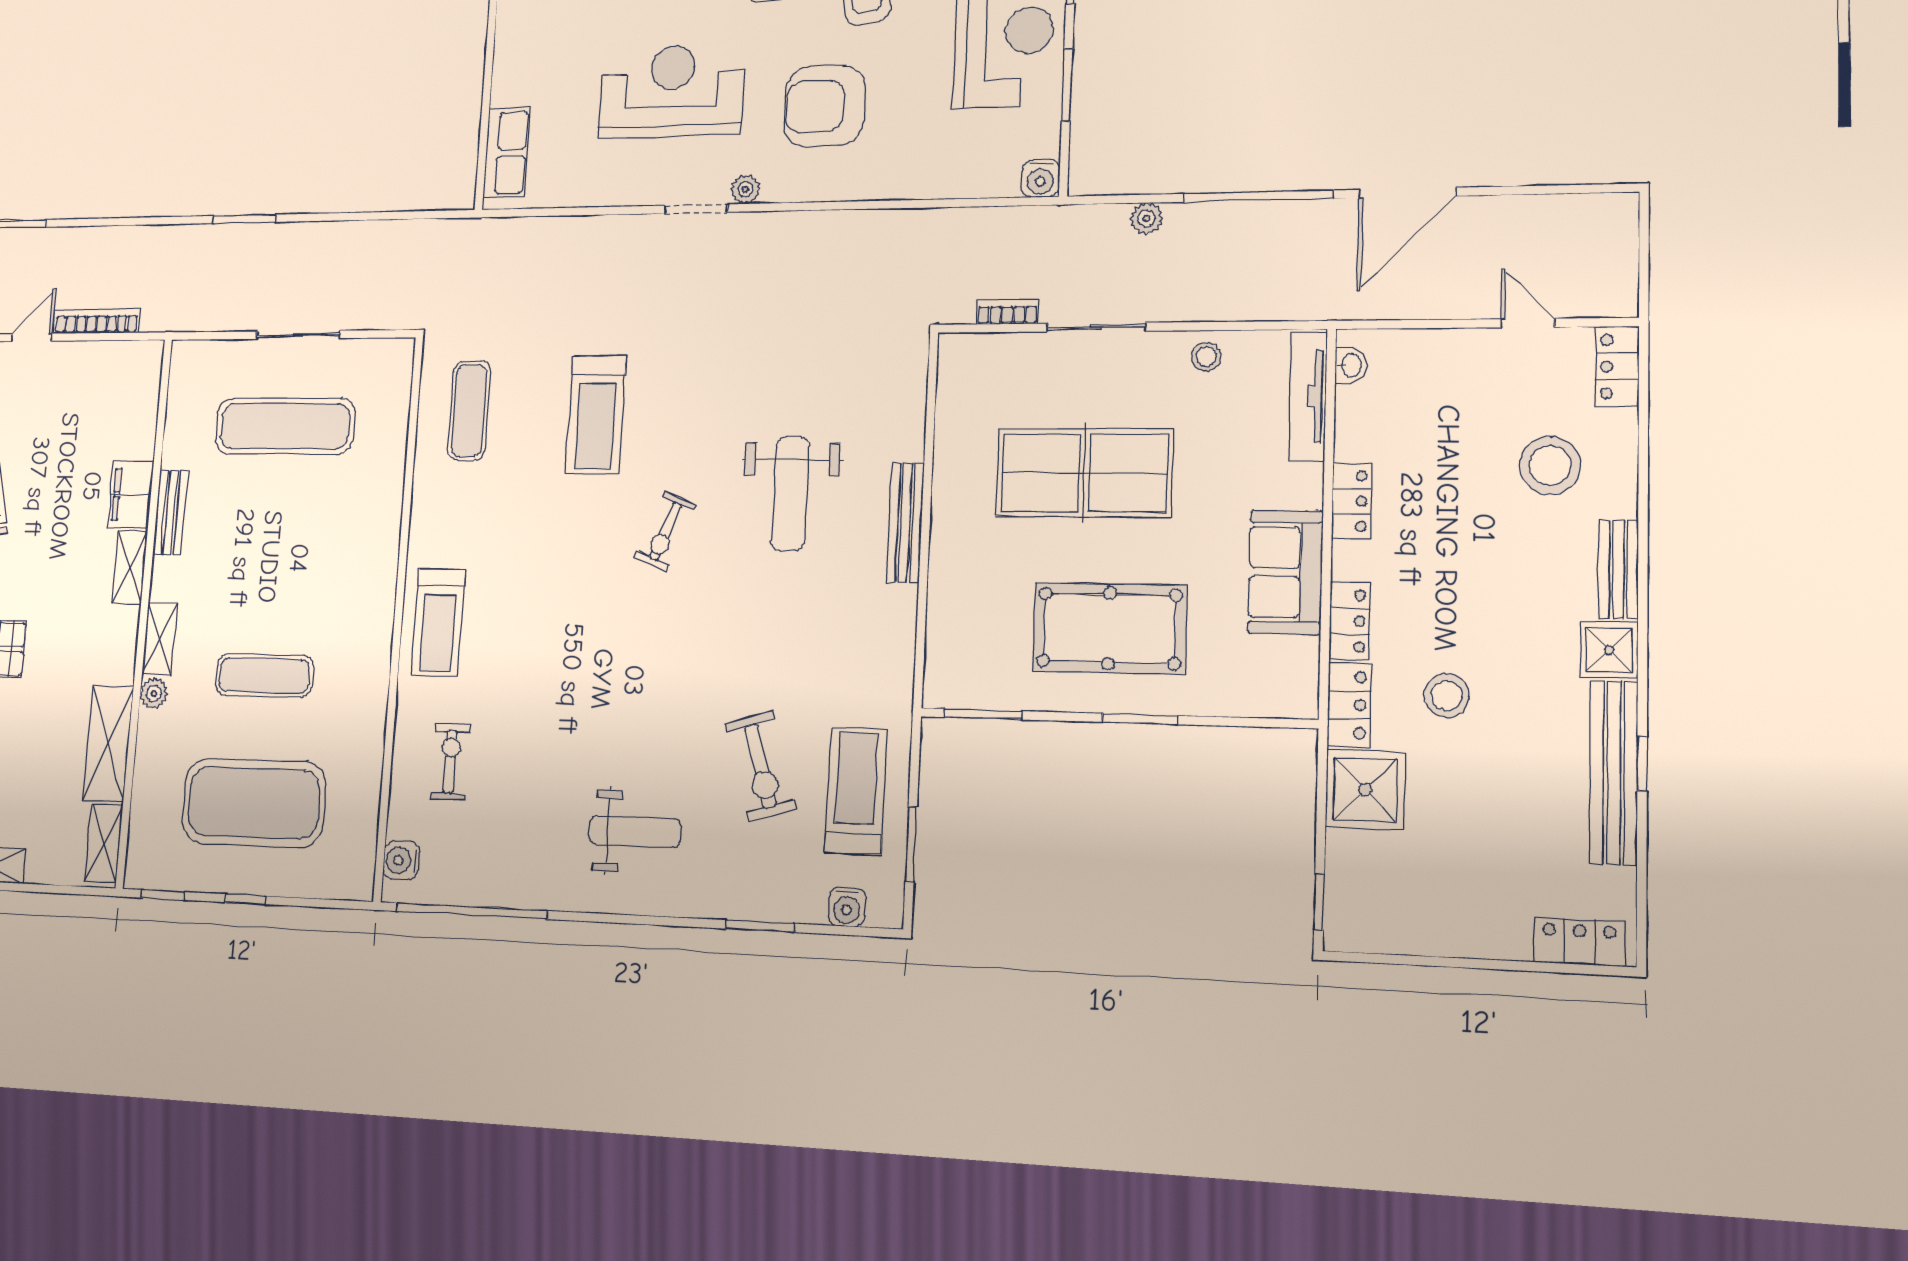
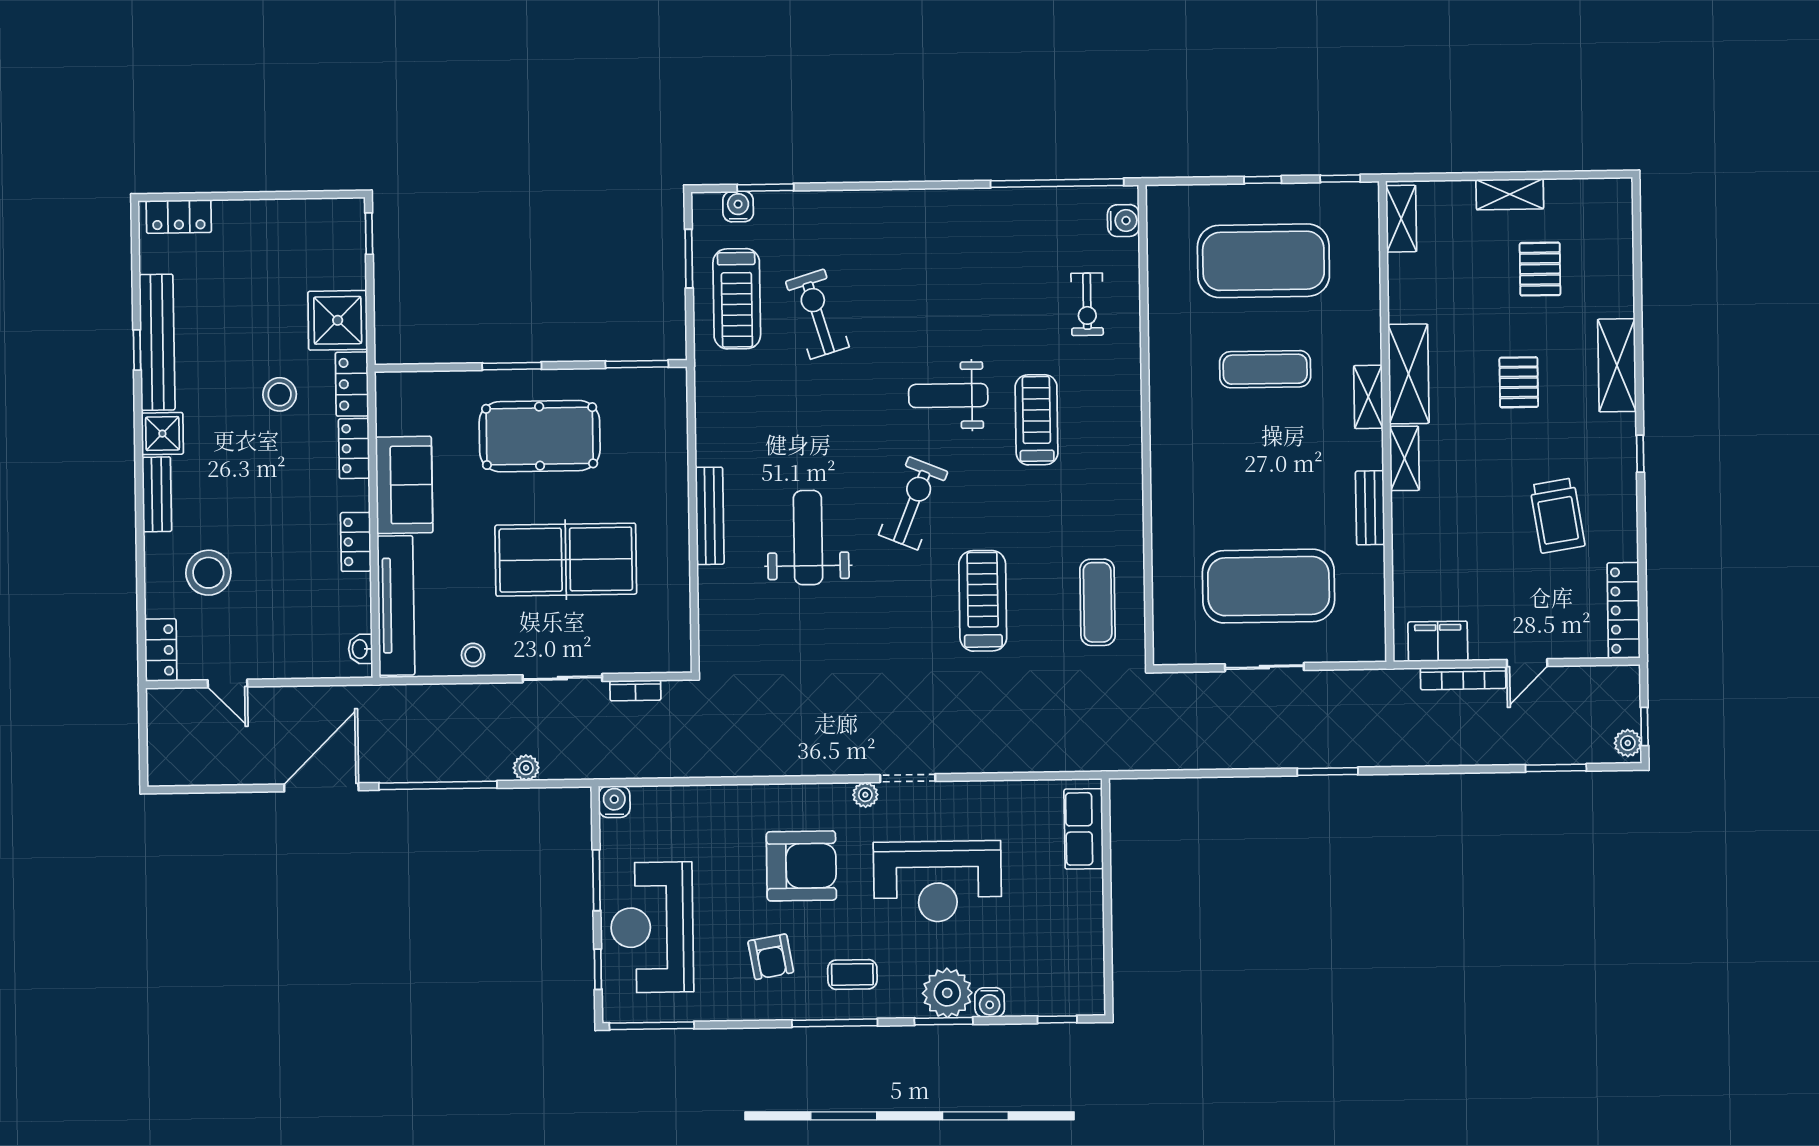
tv unit: (1308, 396) -> (396, 605), width x1.36, depth x1.29
exercise mat: (285, 426) -> (1269, 586), width x1.47
filing cabinet: (131, 494) -> (1438, 641), moved, turned -90
exercise bike: (665, 531) -> (913, 503), width x1.38, depth x1.39
treadmill: (438, 622) -> (1037, 420), moved
plant: (154, 693) -> (1368, 349), removed
shelving: (108, 744) -> (1409, 374), moved
weight bench: (635, 832) -> (948, 396), moved
window: (760, 926) -> (765, 188), moved

